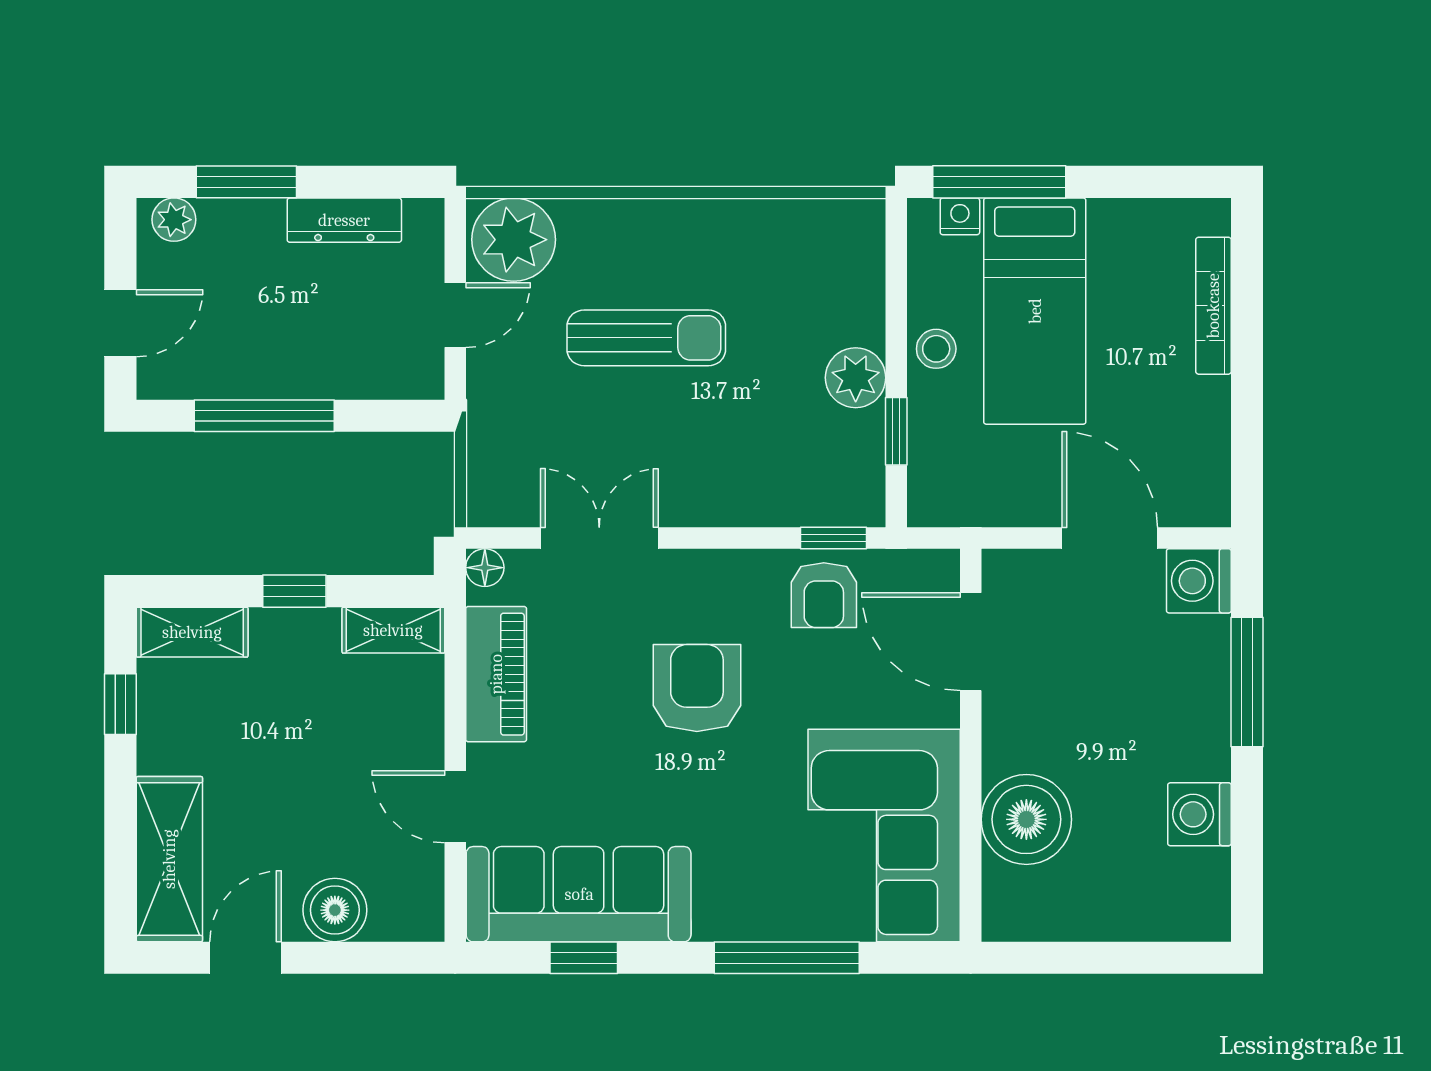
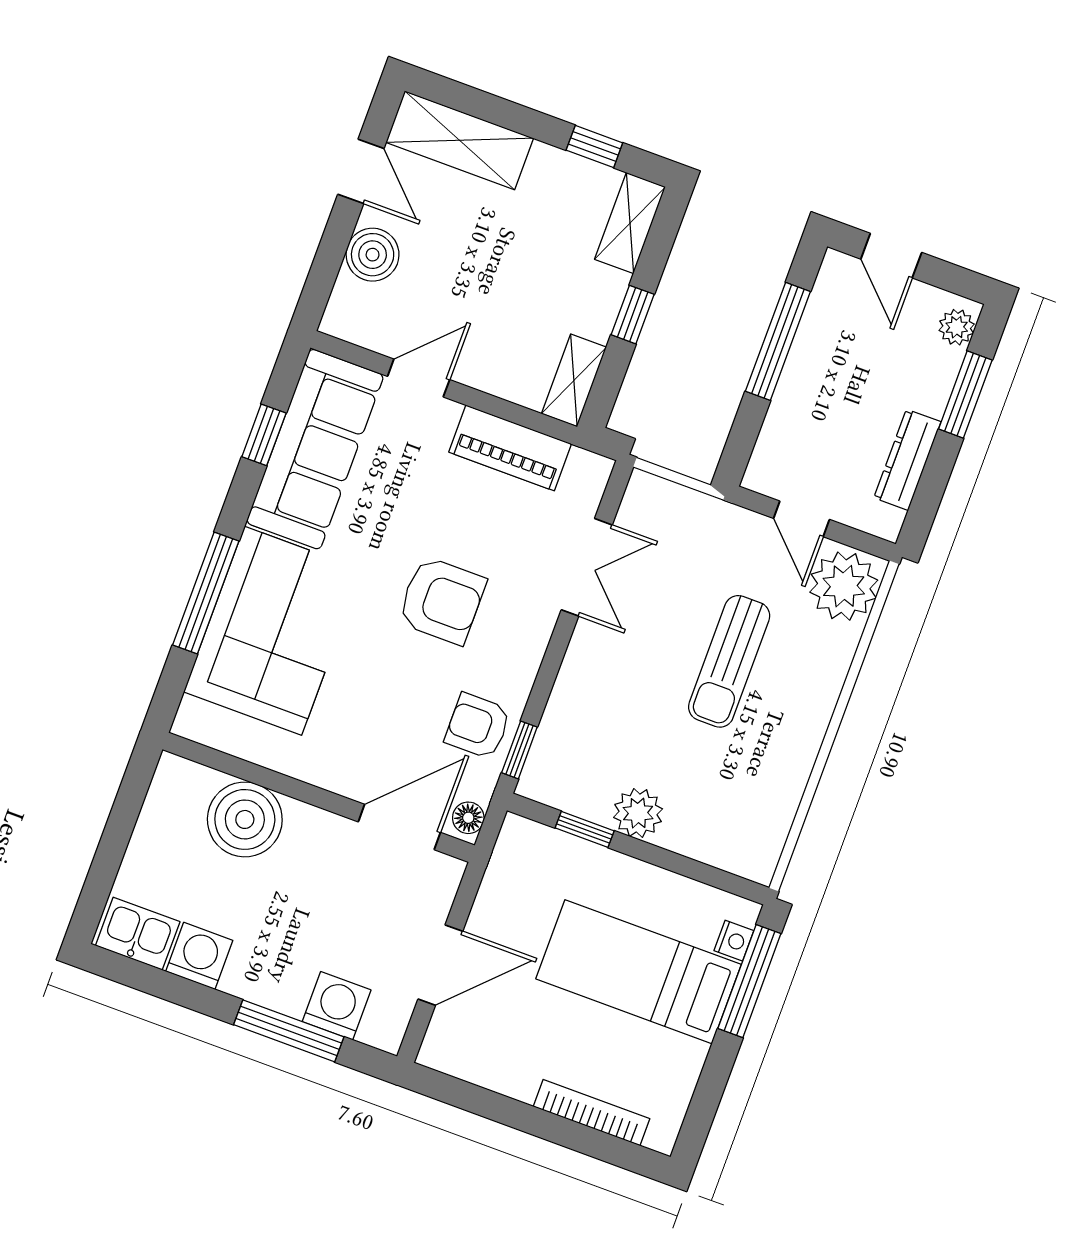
stool: (936, 349) -> (637, 884), removed
floor lamp: (485, 568) -> (468, 818), moved
washing machine: (1199, 581) -> (337, 1006), moved
corner sofa: (884, 836) -> (273, 631), moved, turned 90
kitchen sink: (1200, 893) -> (138, 934), added

